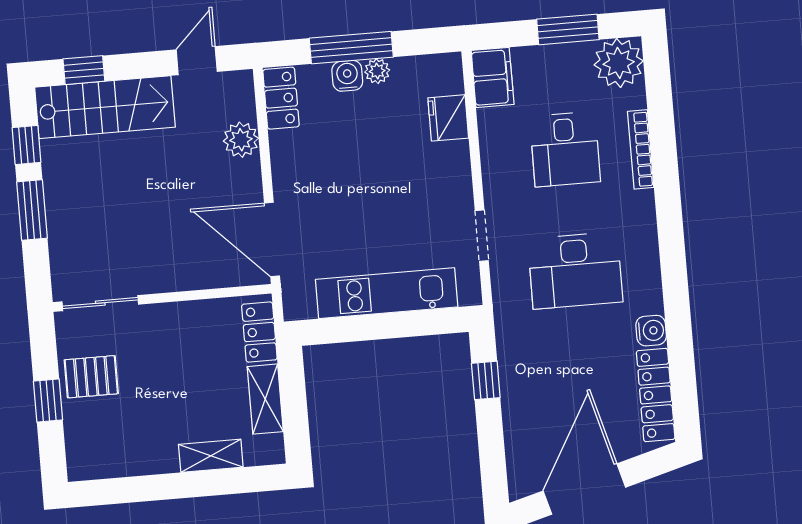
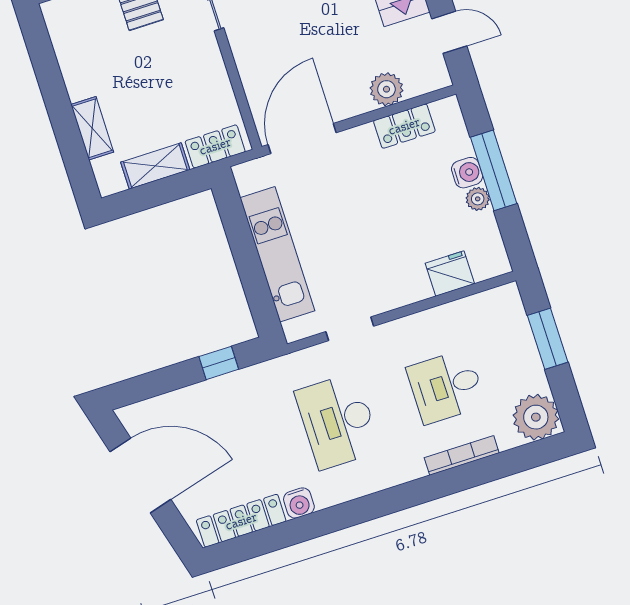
window: (568, 29) -> (548, 339), moved
filing cabinet: (493, 77) -> (496, 305), removed
locker: (281, 98) -> (404, 126), moved

